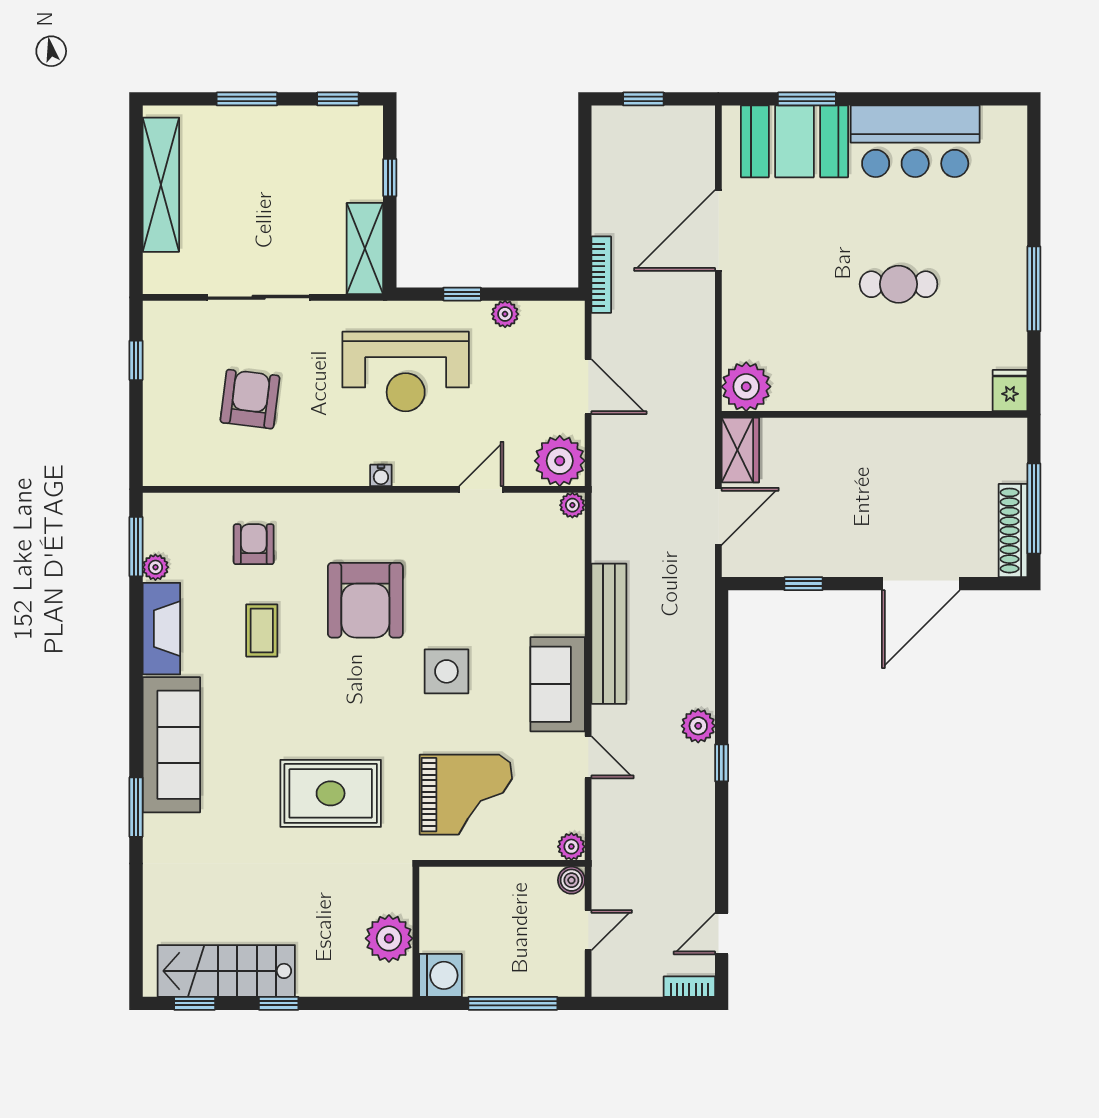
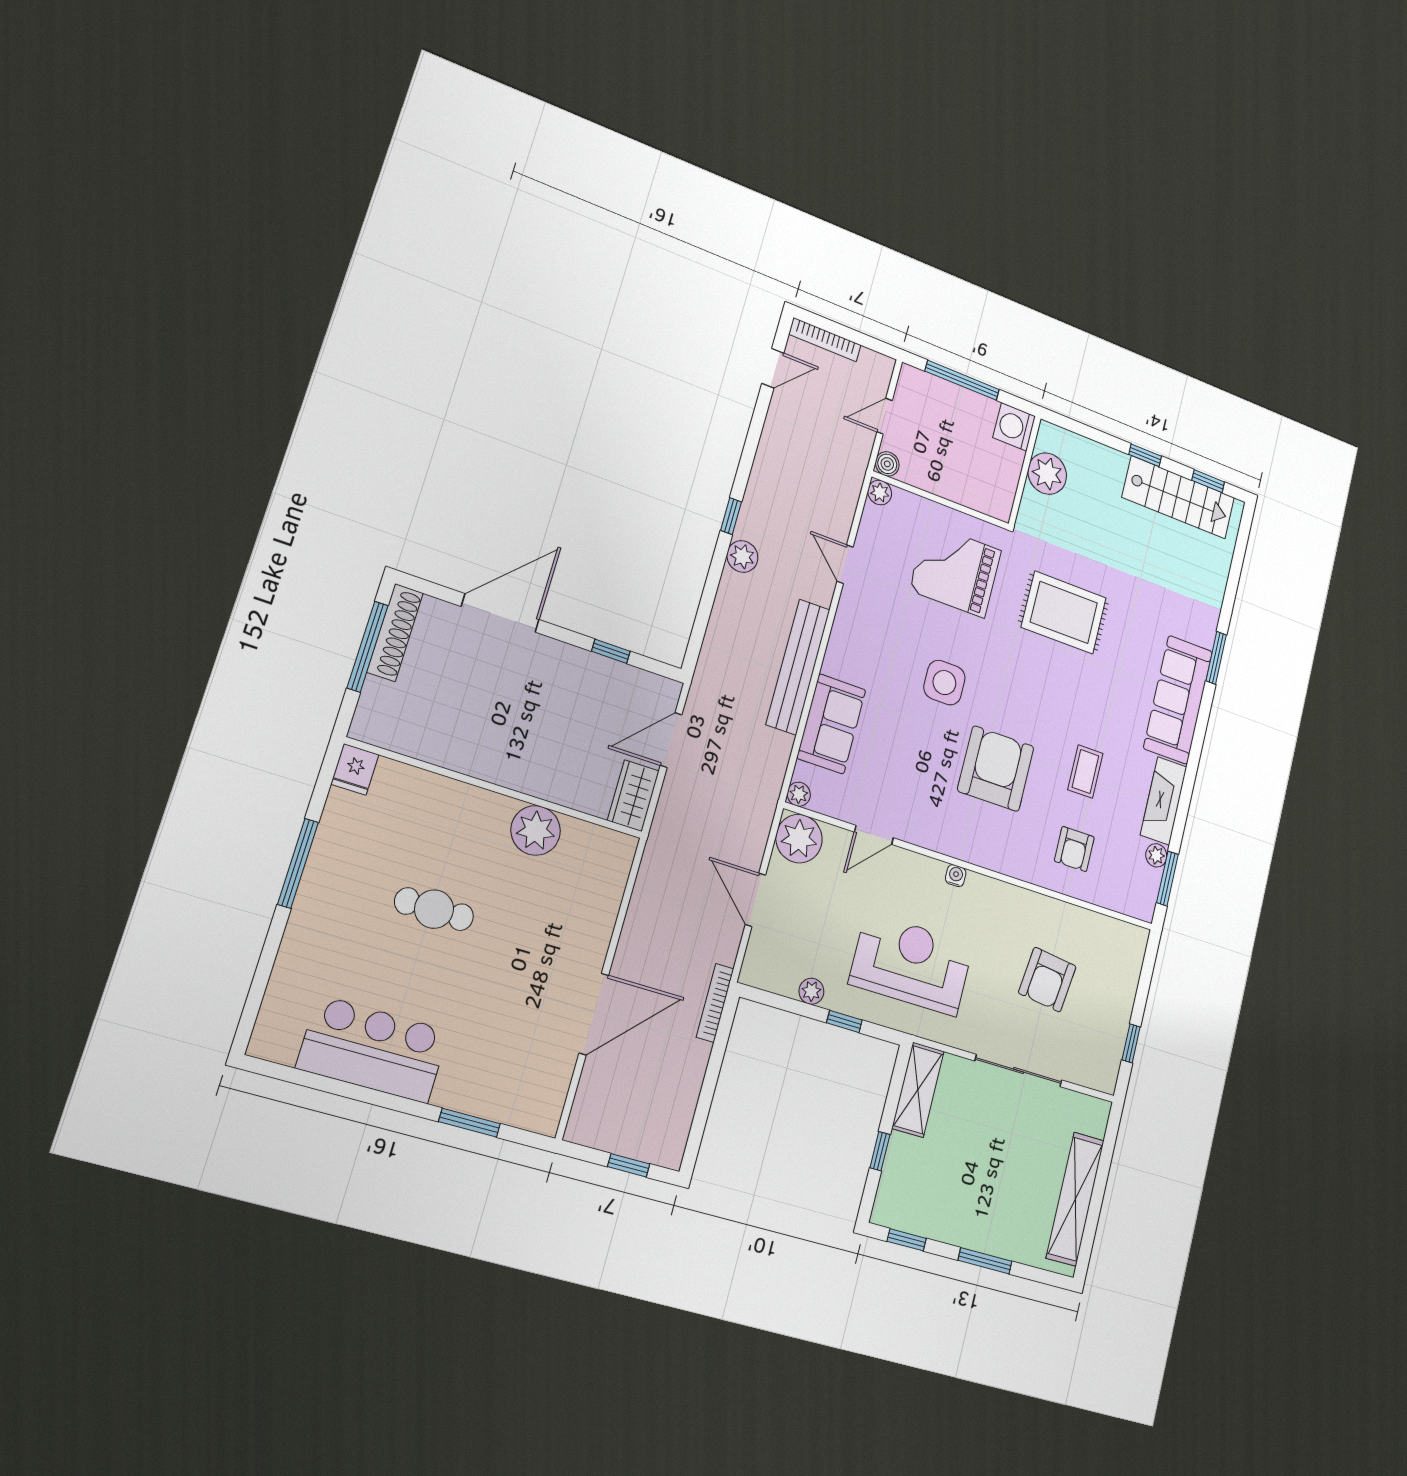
booth: (795, 141) -> (494, 1083), removed
plant: (746, 387) -> (536, 830), moved
sofa: (558, 684) -> (831, 724), moved
bookcase: (689, 987) -> (825, 340), width x1.56

